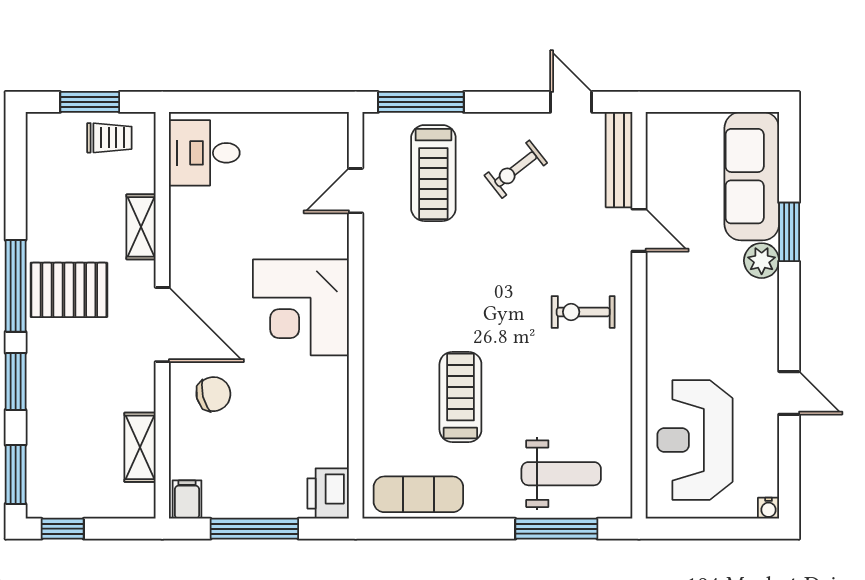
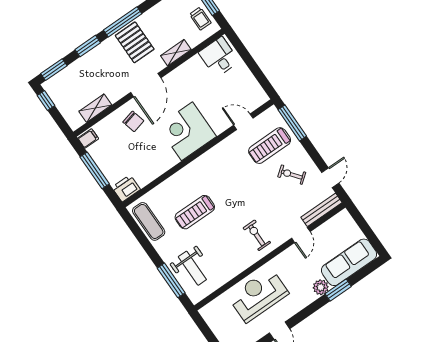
treadmill: (460, 397) -> (195, 212), turned 180
reception desk: (695, 440) -> (258, 295), moved

